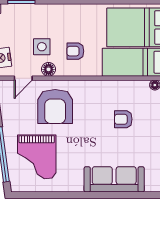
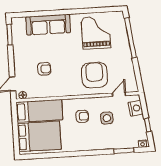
floor lamp: (49, 69) -> (101, 102), removed
grand piano: (37, 157) -> (96, 33), moved

